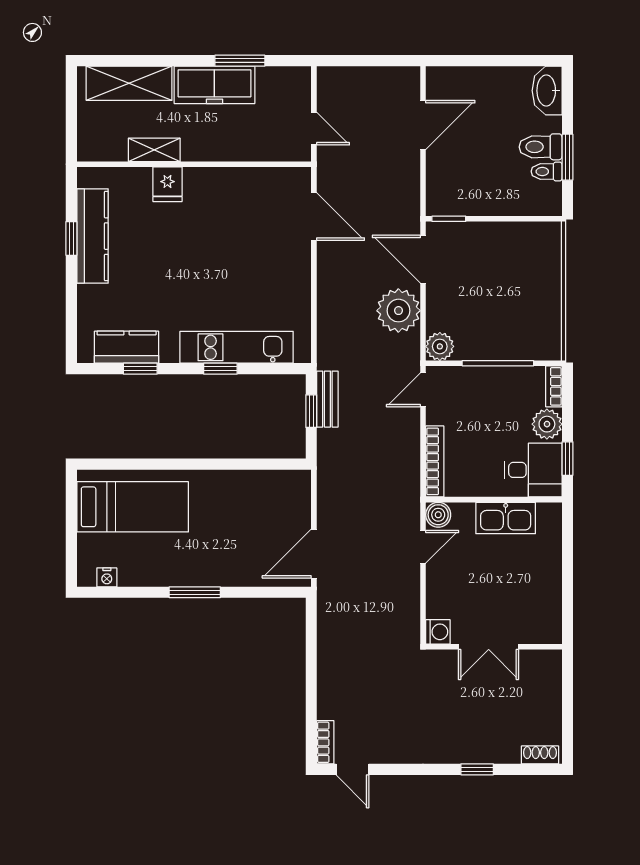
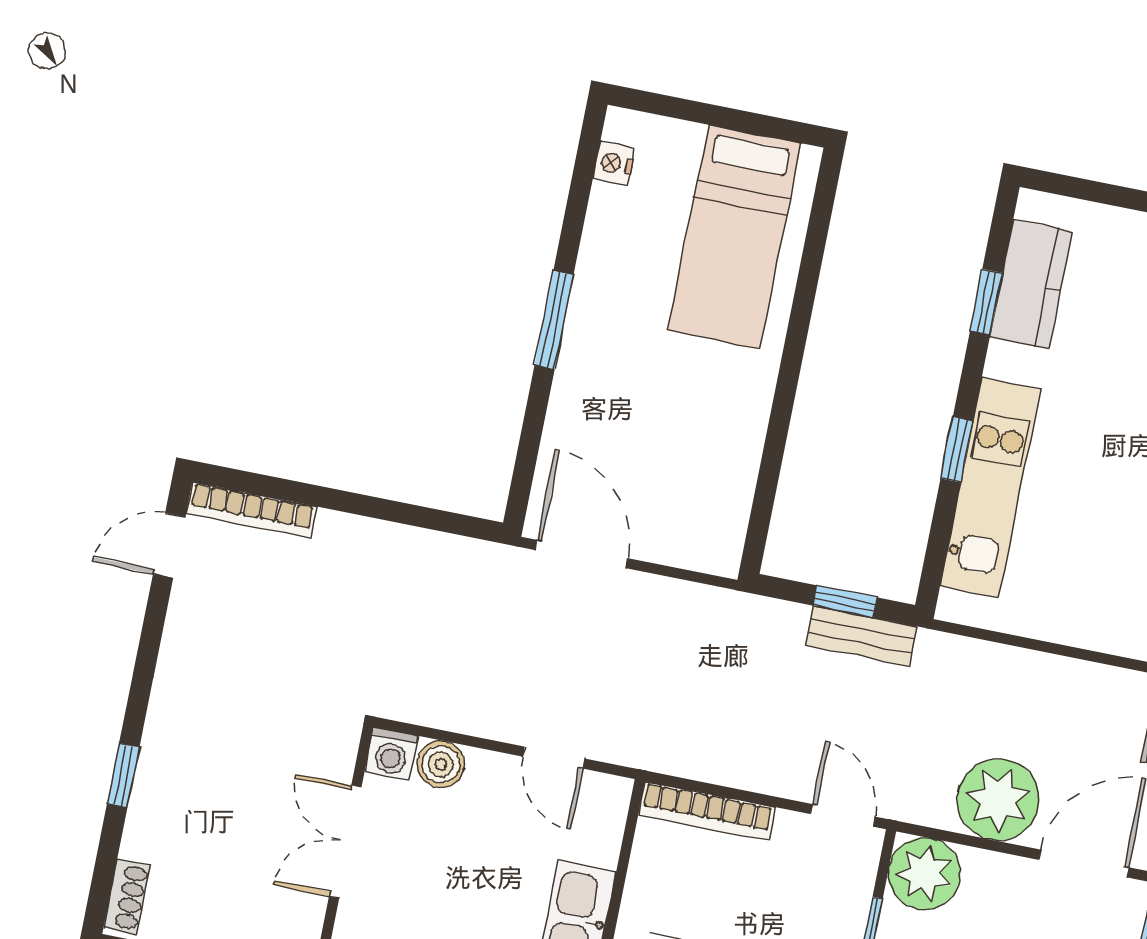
plant: (440, 346) -> (924, 874), width x1.36, depth x1.36
boiler: (438, 515) -> (441, 764), moved
bookcase: (325, 742) -> (252, 510), width x1.56

